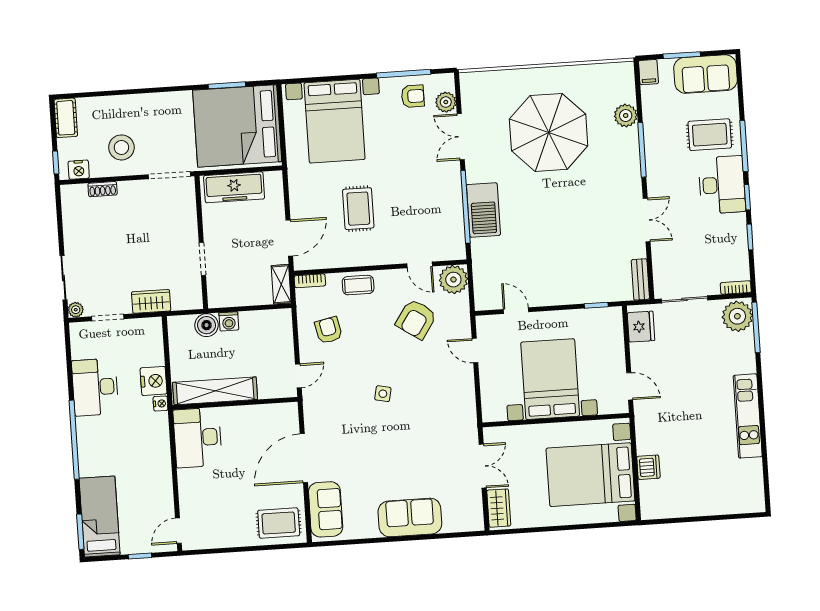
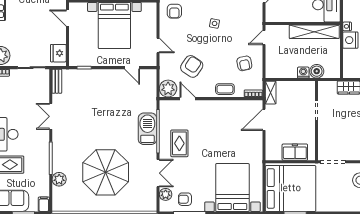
freezer: (234, 187) -> (295, 152), width x0.71
rug: (358, 209) -> (179, 143), moved
armchair: (451, 410) -> (174, 11), added

